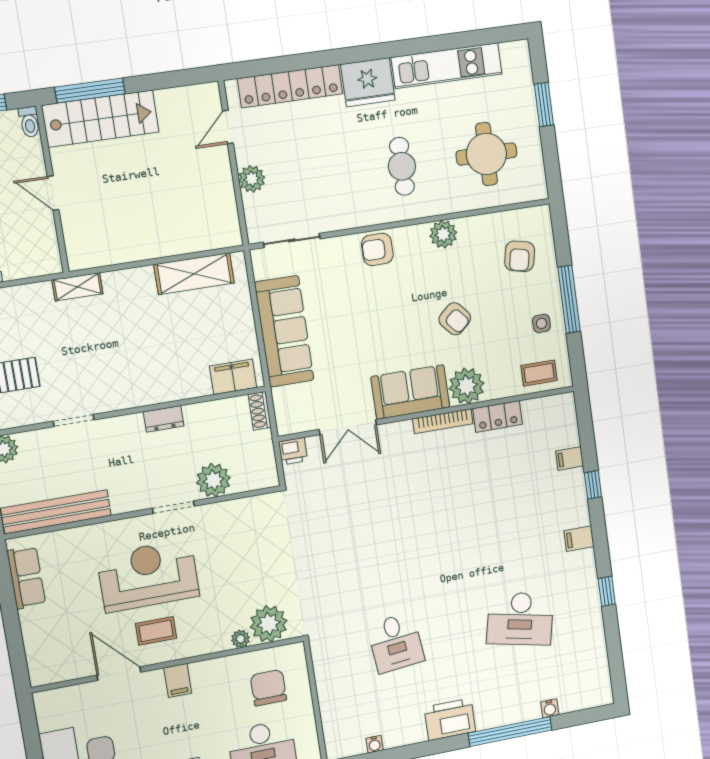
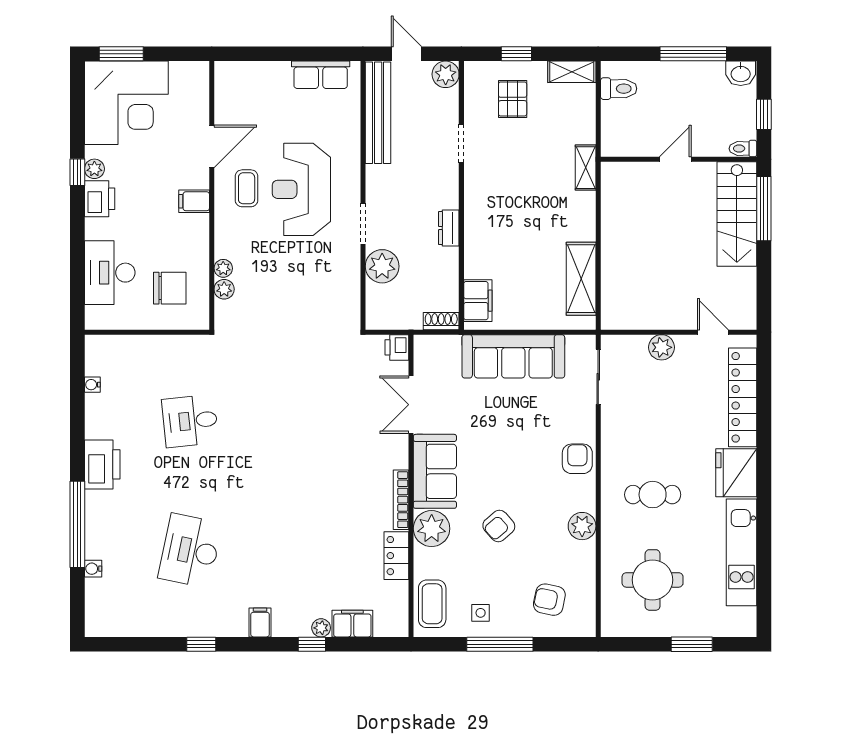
coffee table: (539, 373) -> (432, 604), width x1.36, depth x1.30
filing cabinet: (570, 458) -> (352, 624), width x2.00
plant: (576, 478) -> (321, 628), added
reception desk: (148, 576) -> (301, 189), turned 180
plant: (269, 624) -> (224, 289), width x0.53, depth x0.53

